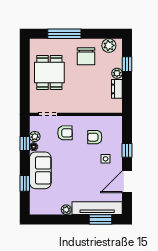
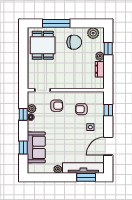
chair: (86, 56) -> (74, 42), turned -90
dining table: (49, 73) -> (43, 45), moved
window: (127, 150) -> (108, 110), moved
sofa: (40, 170) -> (36, 147), moved

